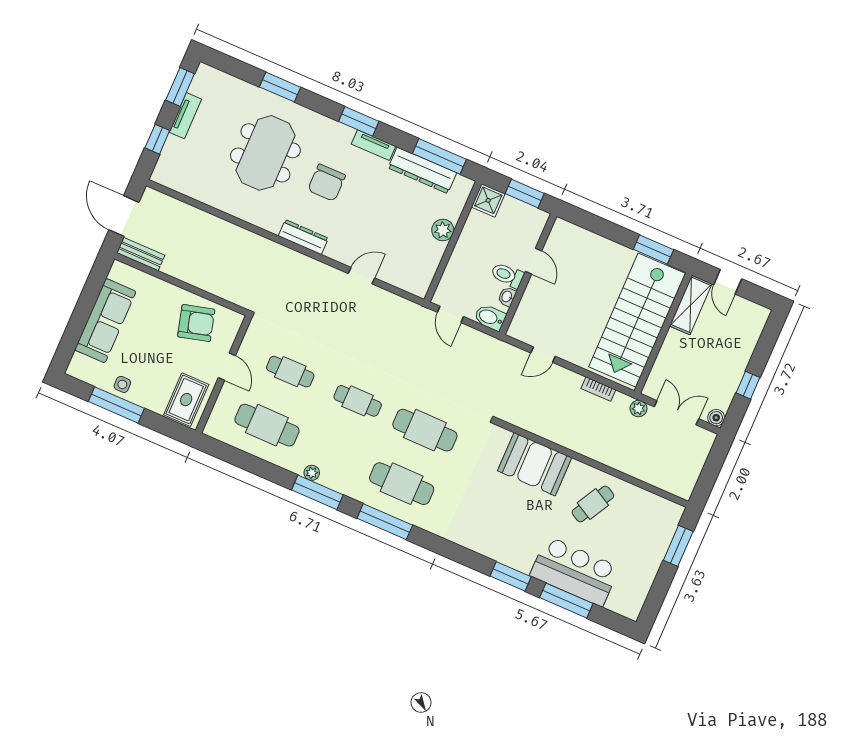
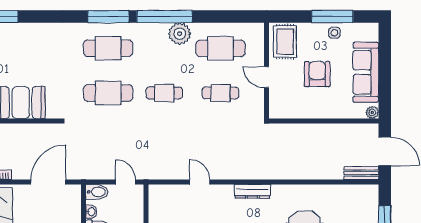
bench: (141, 254) -> (361, 173), moved
plant: (118, 269) -> (372, 112), added
door: (361, 276) -> (200, 182), swing flipped
armchair: (196, 323) -> (317, 74), moved, turned 105
door: (543, 355) -> (48, 182), width x1.88
plant: (312, 473) -> (180, 34), width x1.87, depth x1.87
window: (317, 492) -> (165, 17), width x1.46

